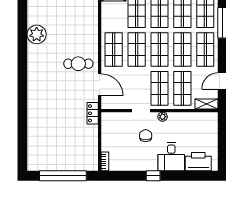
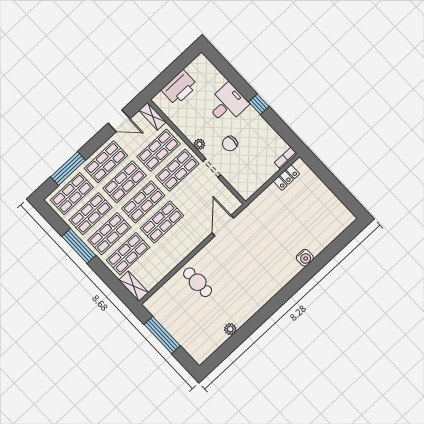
plant: (37, 34) -> (230, 329), width x0.53, depth x0.53
shop shelf: (114, 50) -> (181, 242), removed
cafe table: (78, 64) -> (198, 282), moved
locker: (93, 113) -> (286, 177), moved
water cooler: (33, 116) -> (305, 258), added
printer: (198, 162) -> (179, 87), moved, turned -90
window: (63, 176) -> (333, 183), removed

